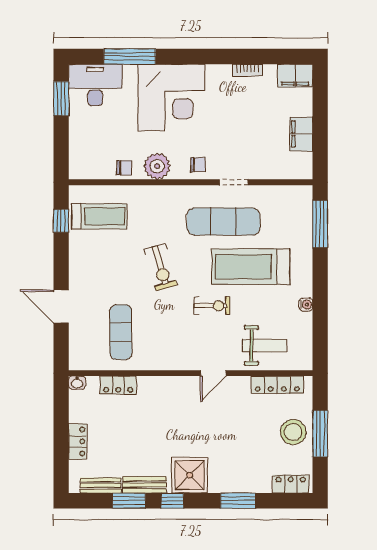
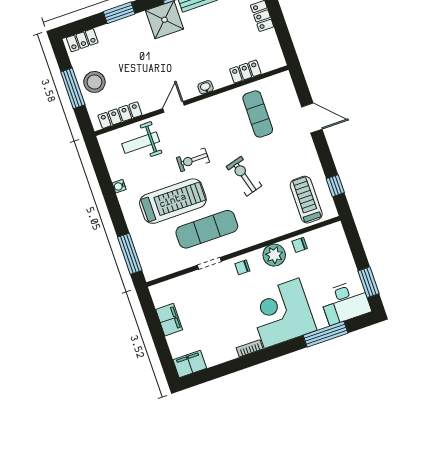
bookcase: (248, 70) -> (250, 348), moved
treadmill: (99, 216) -> (306, 200), turned 90
washbasin: (77, 383) -> (206, 87), moved

